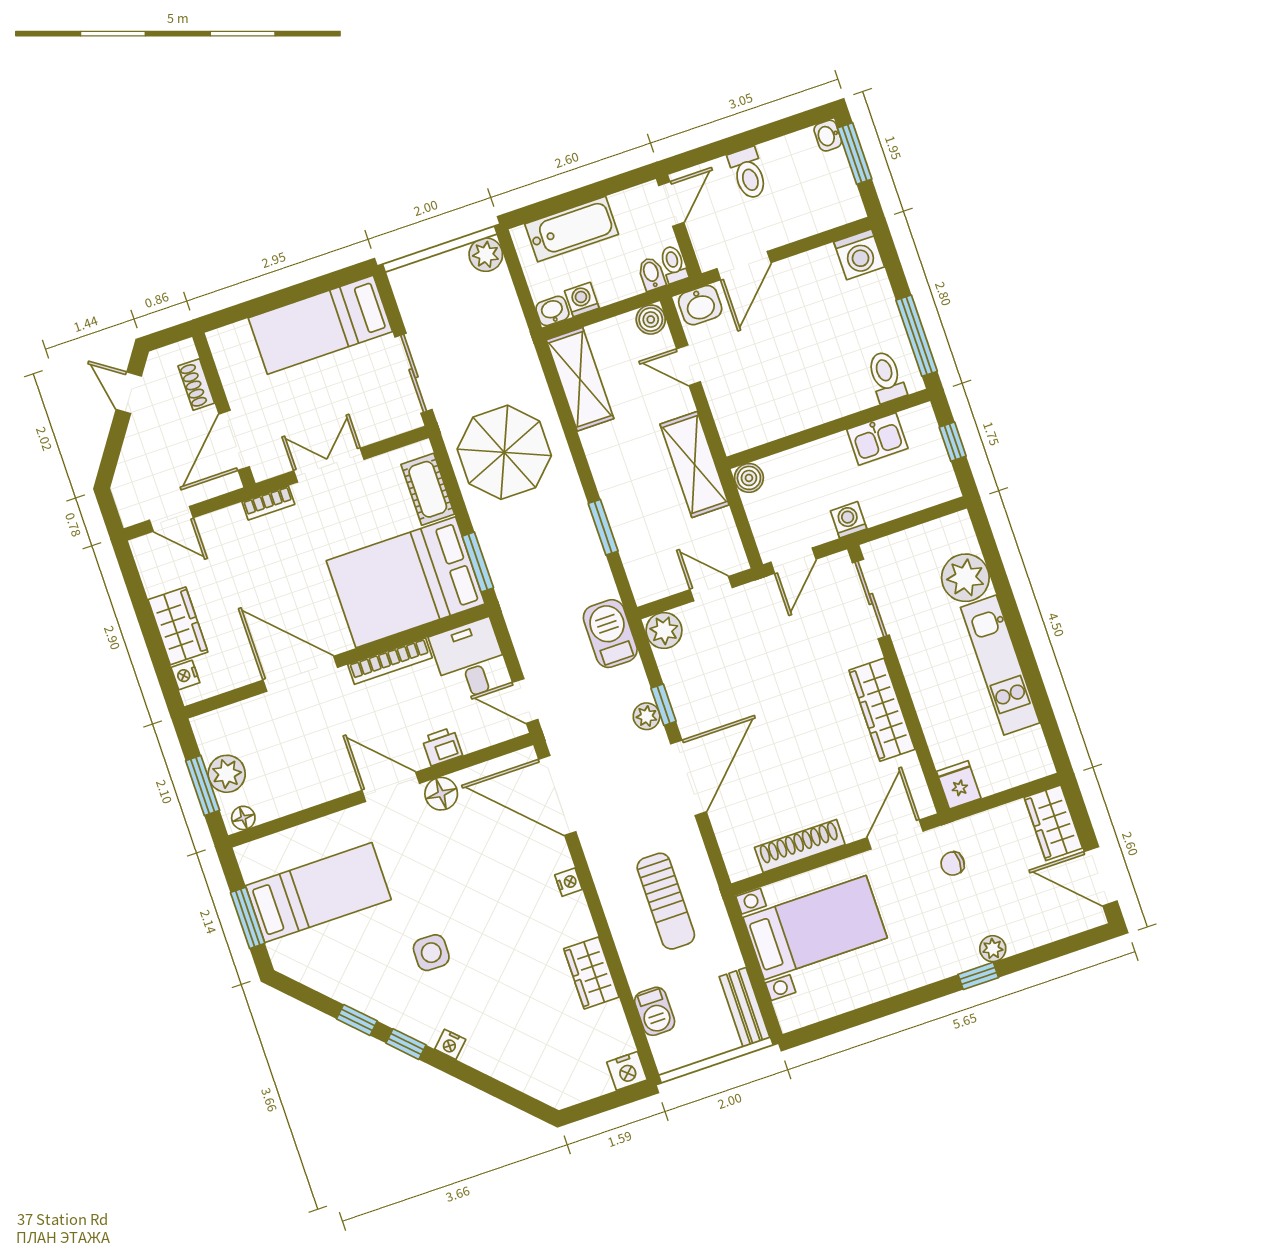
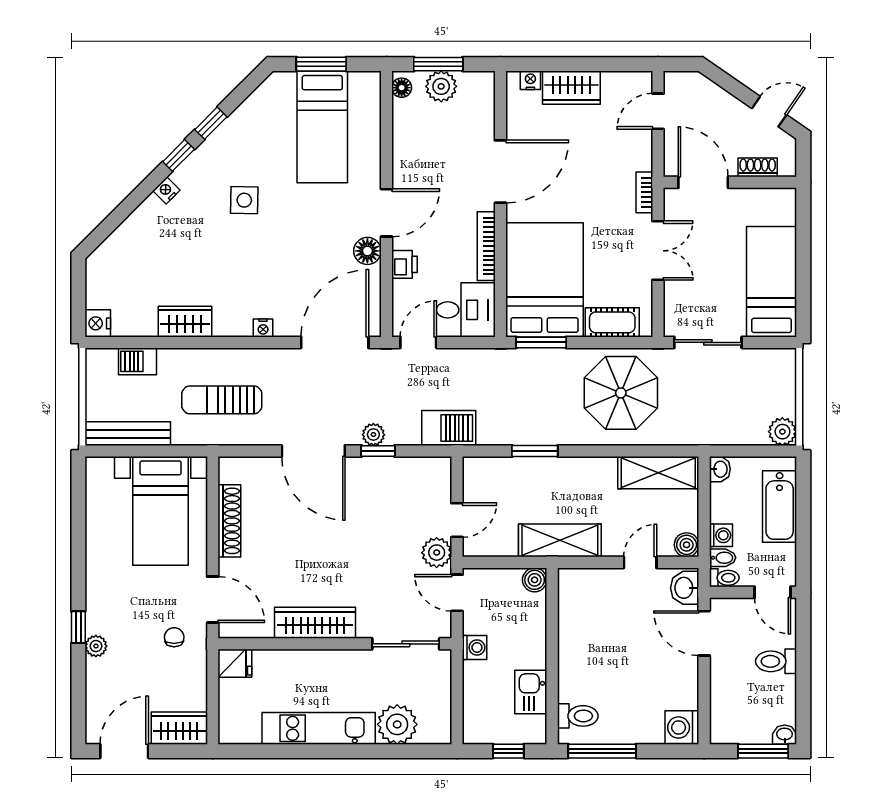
washing machine: (582, 300) -> (721, 535), moved
plant: (664, 630) -> (437, 553), moved
bench: (745, 1007) -> (128, 434), width x1.36

